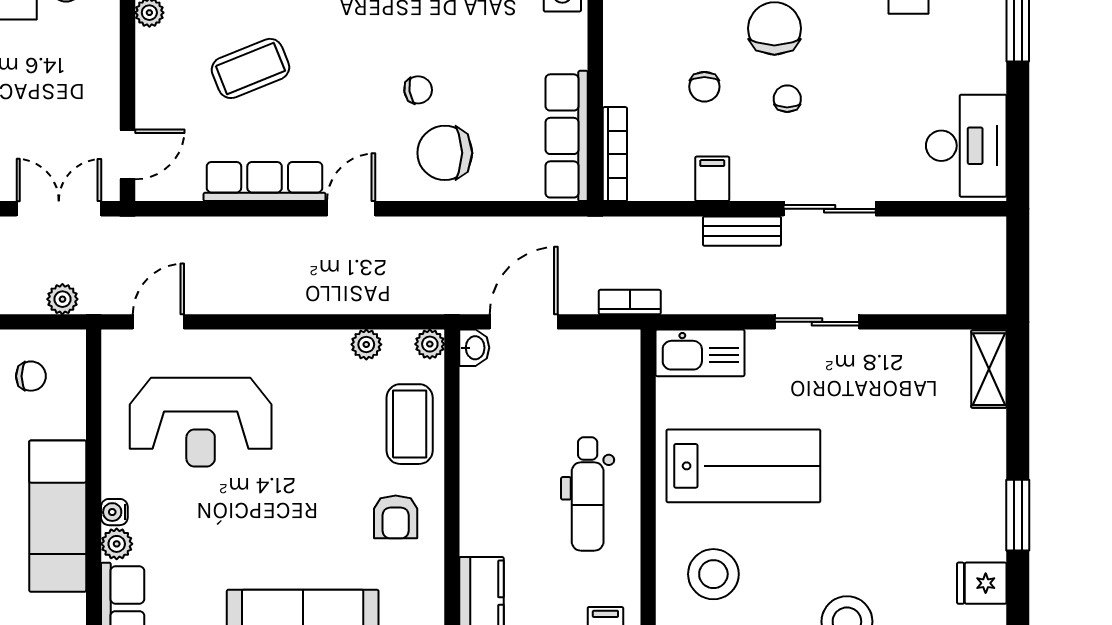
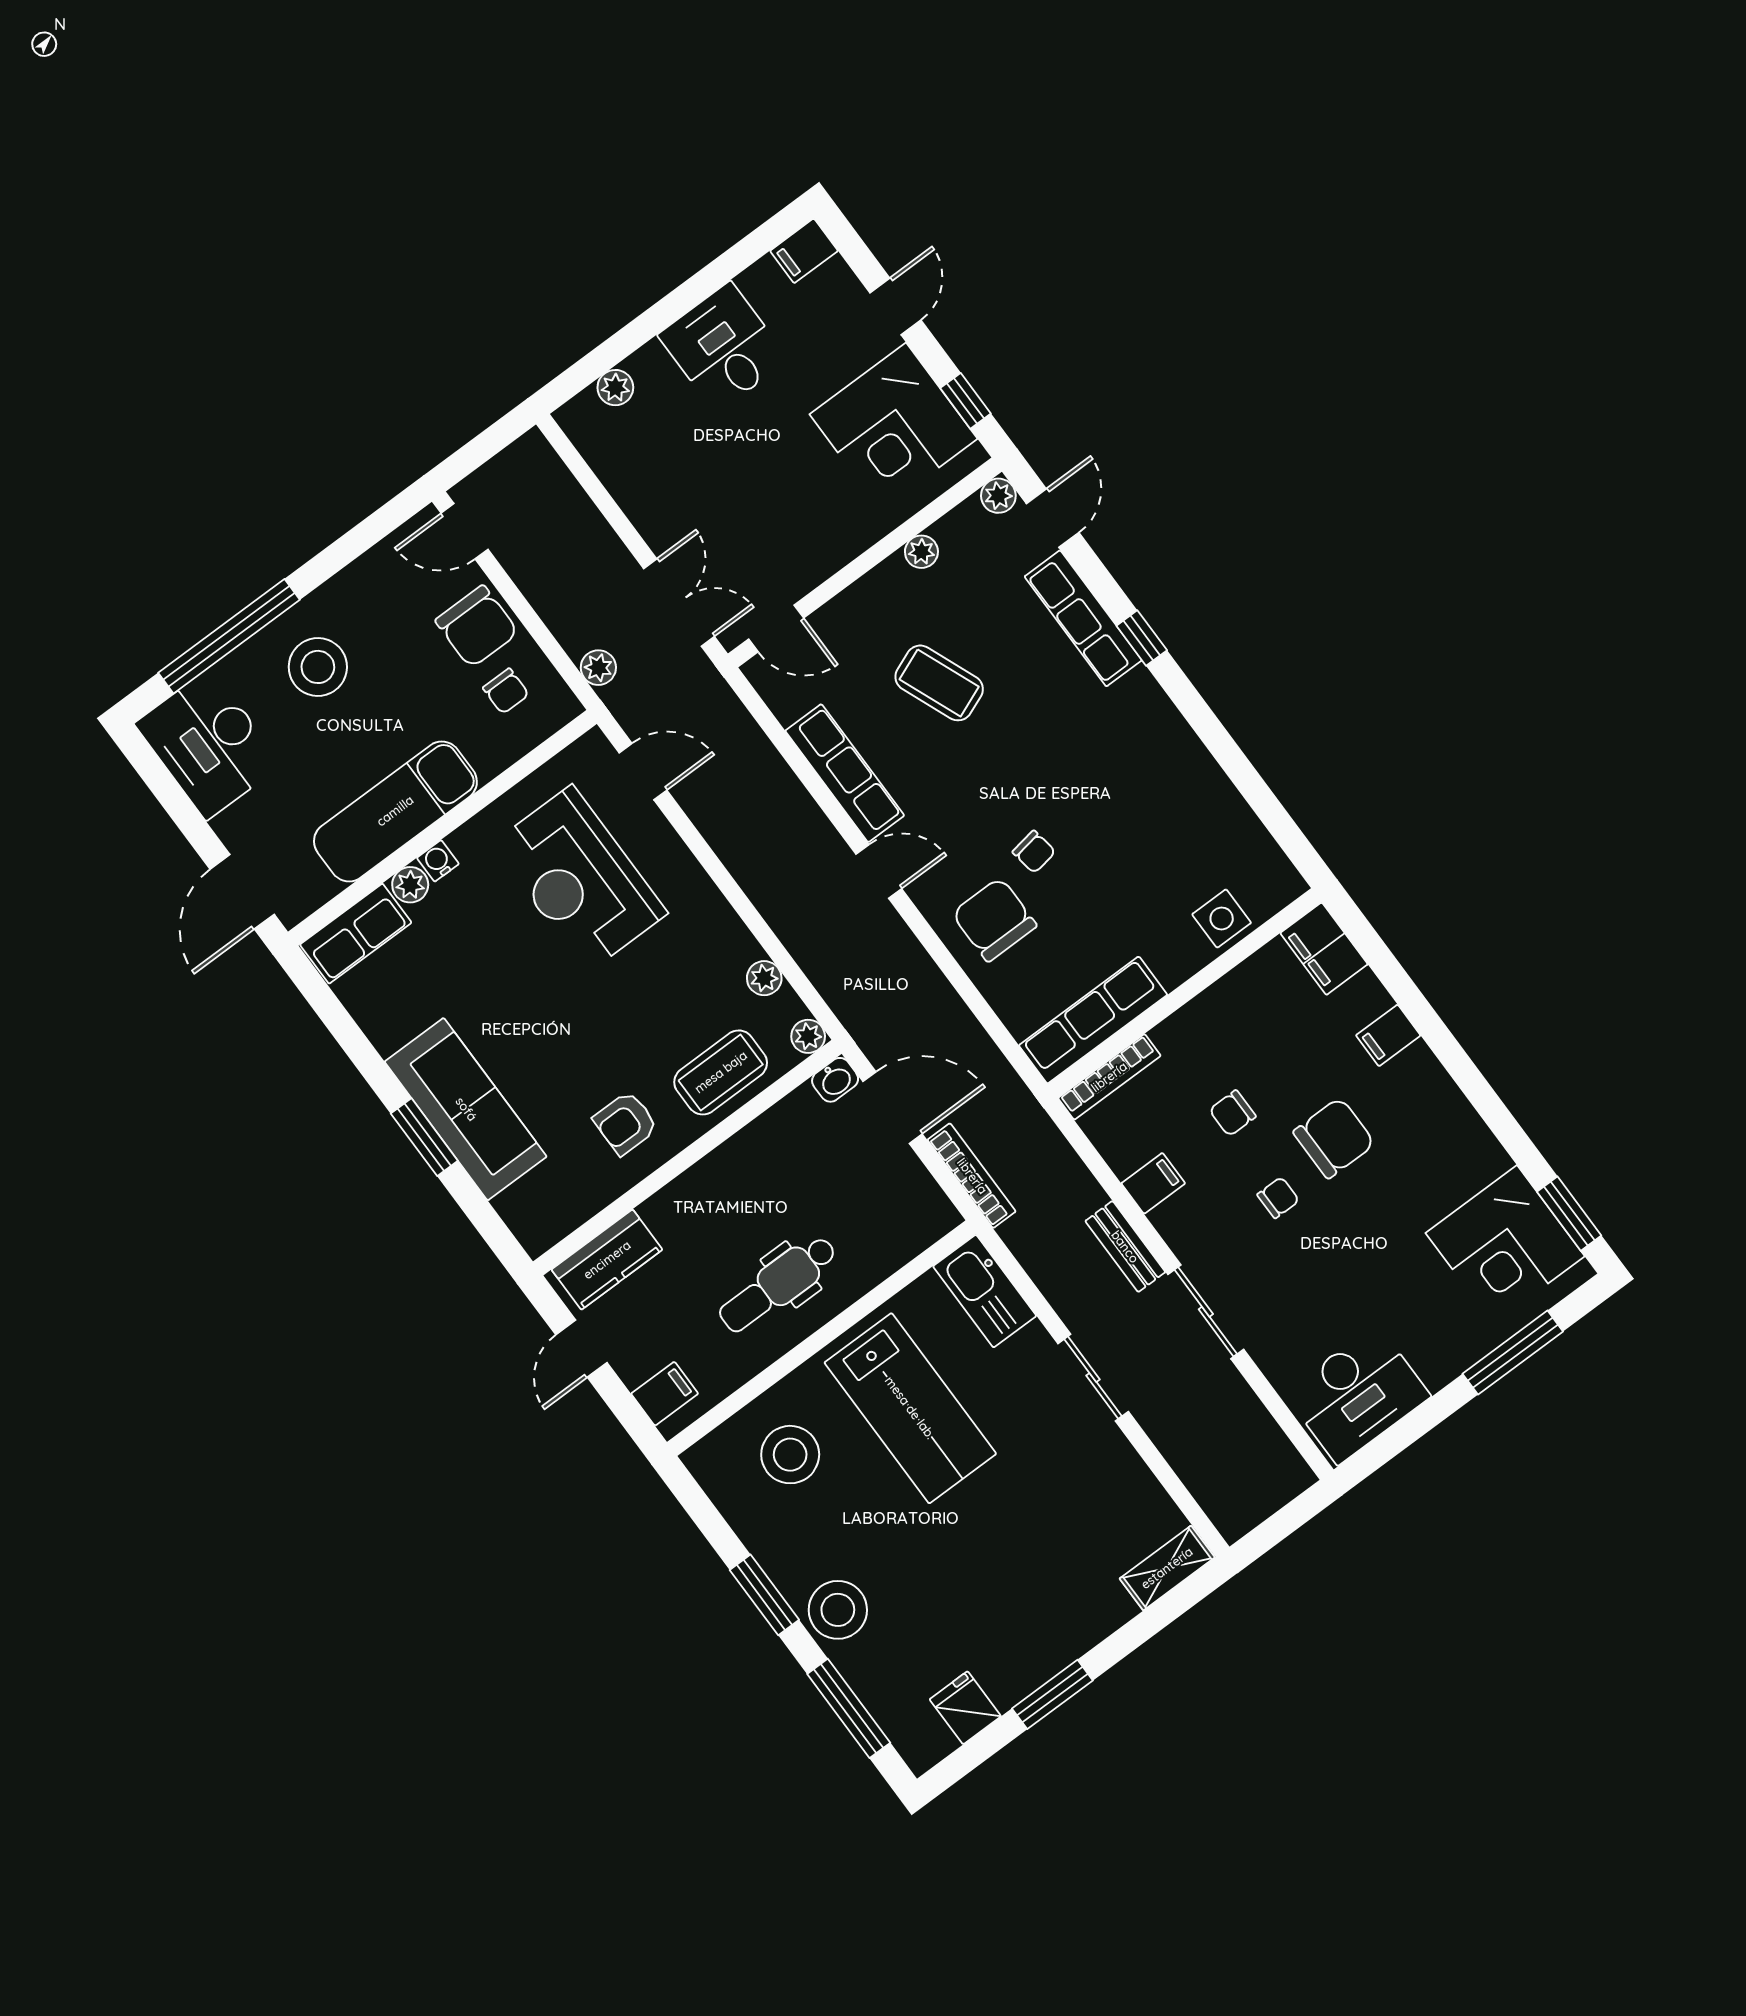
bookcase: (630, 302) -> (972, 1176), width x1.56

